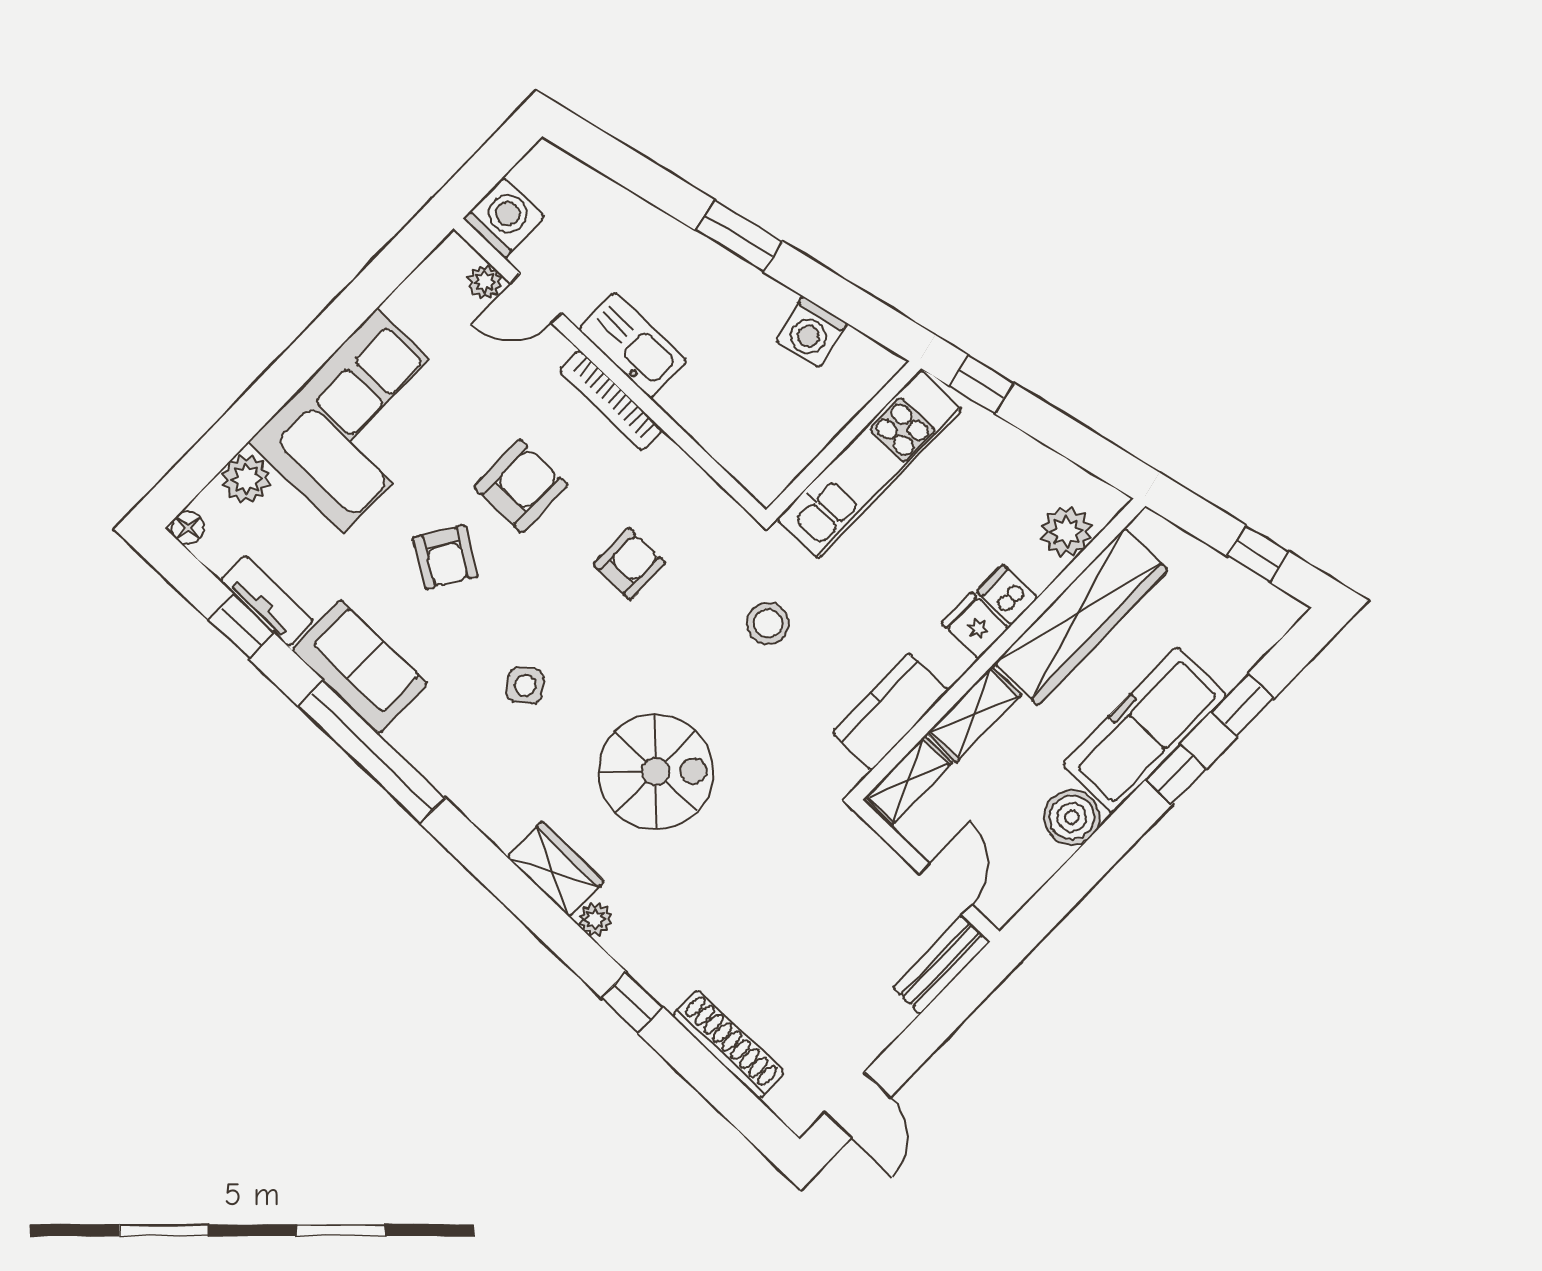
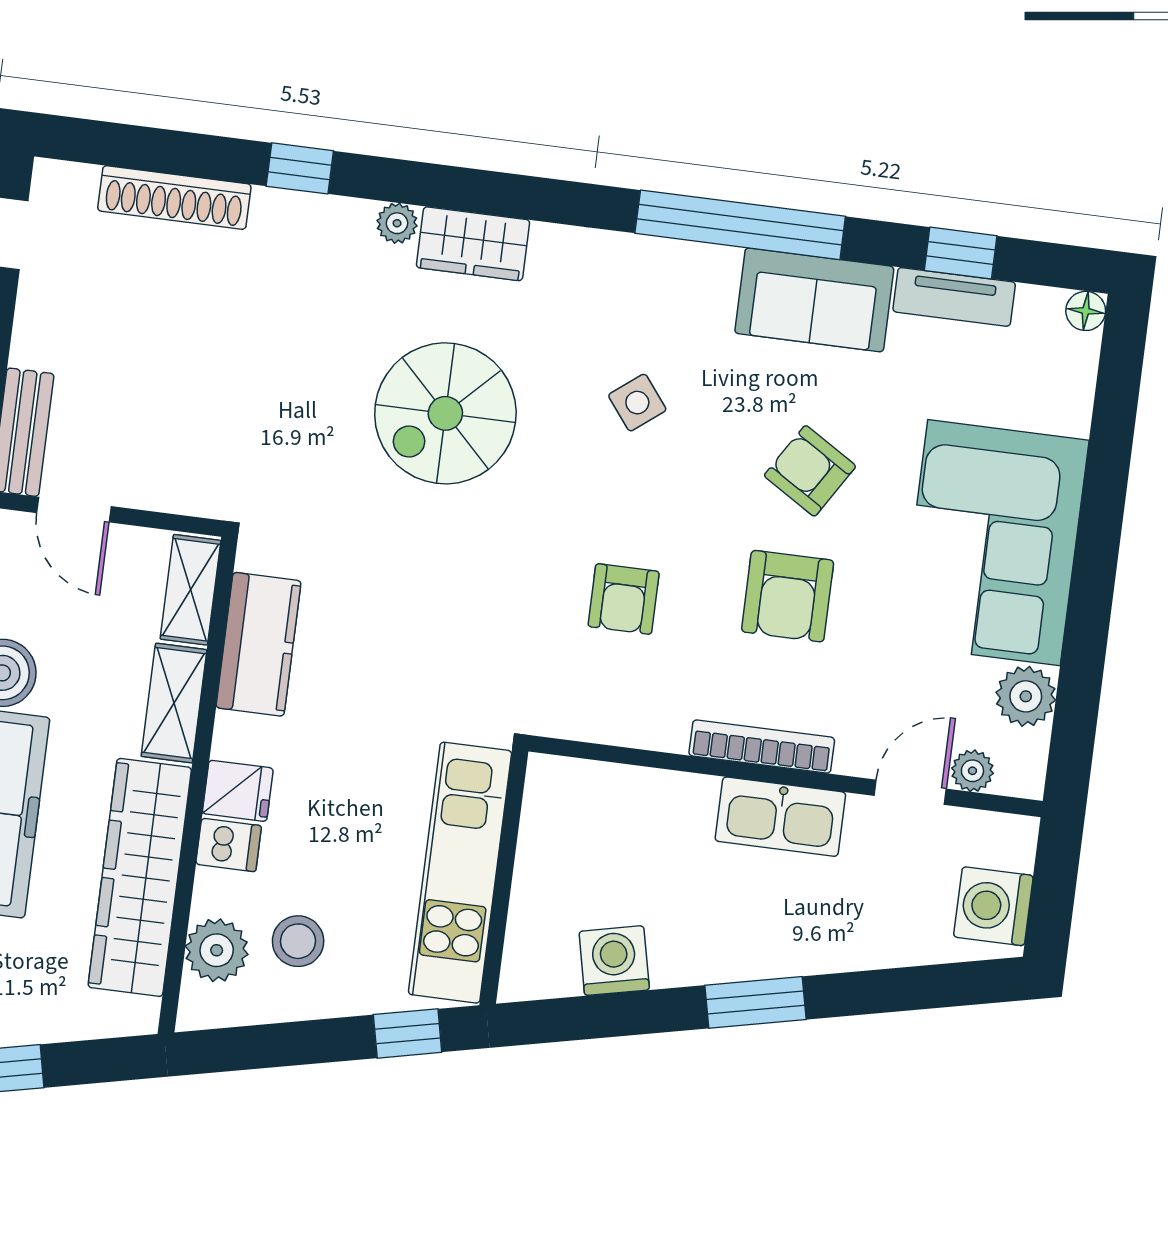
washing machine: (504, 218) -> (993, 906), moved, turned 90
plant: (246, 479) -> (1026, 696), moved
stool: (768, 623) -> (298, 941), moved

